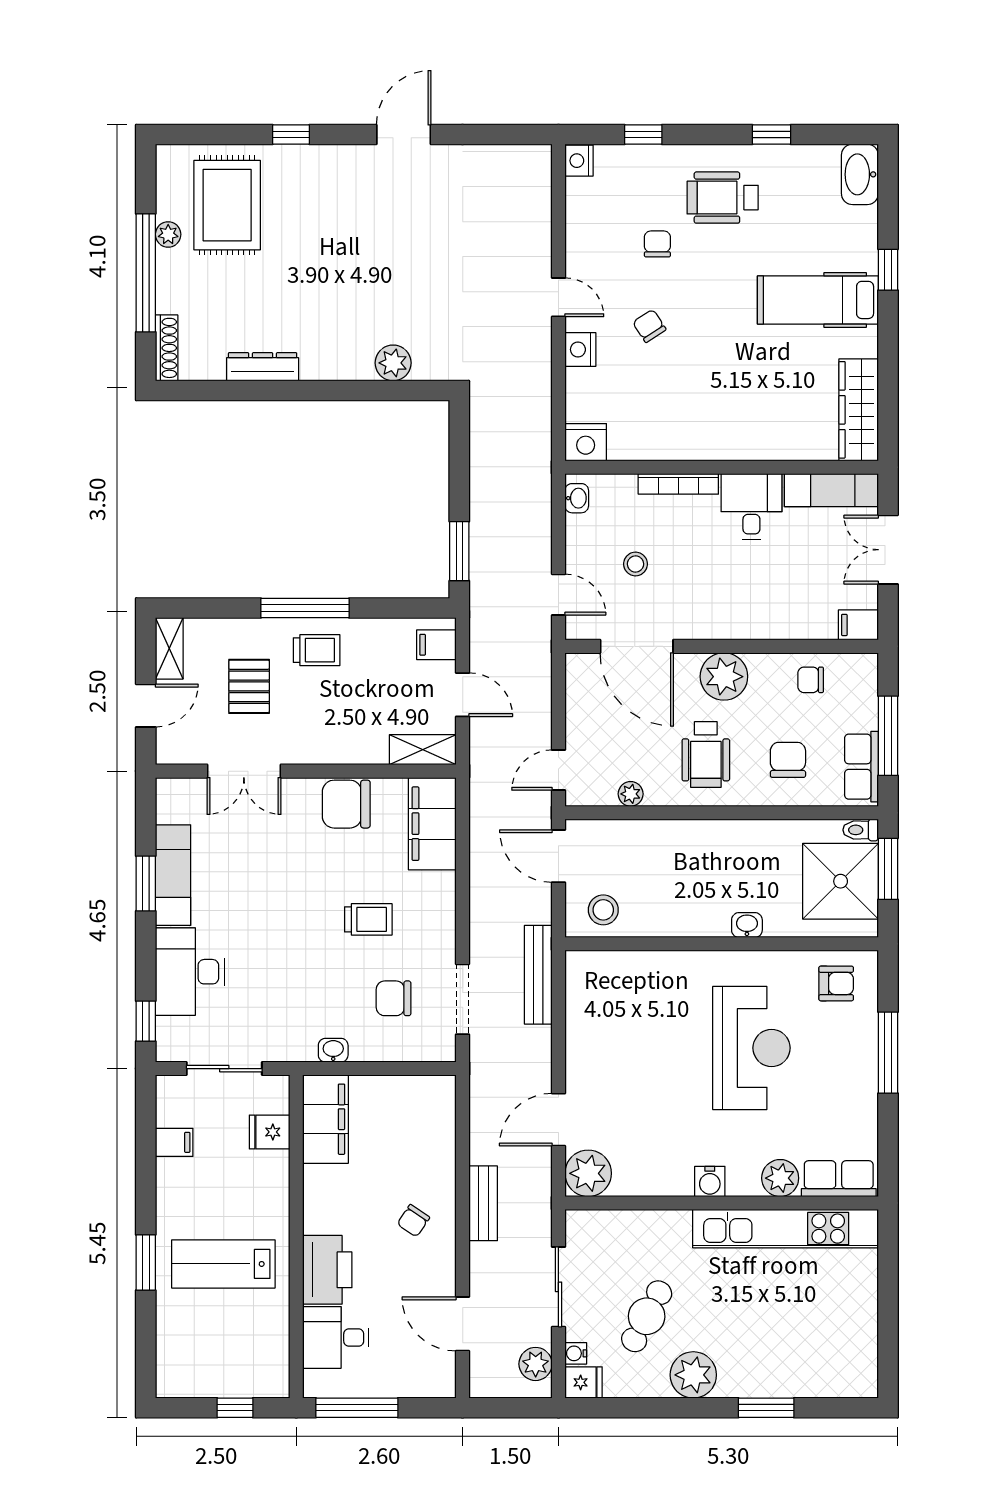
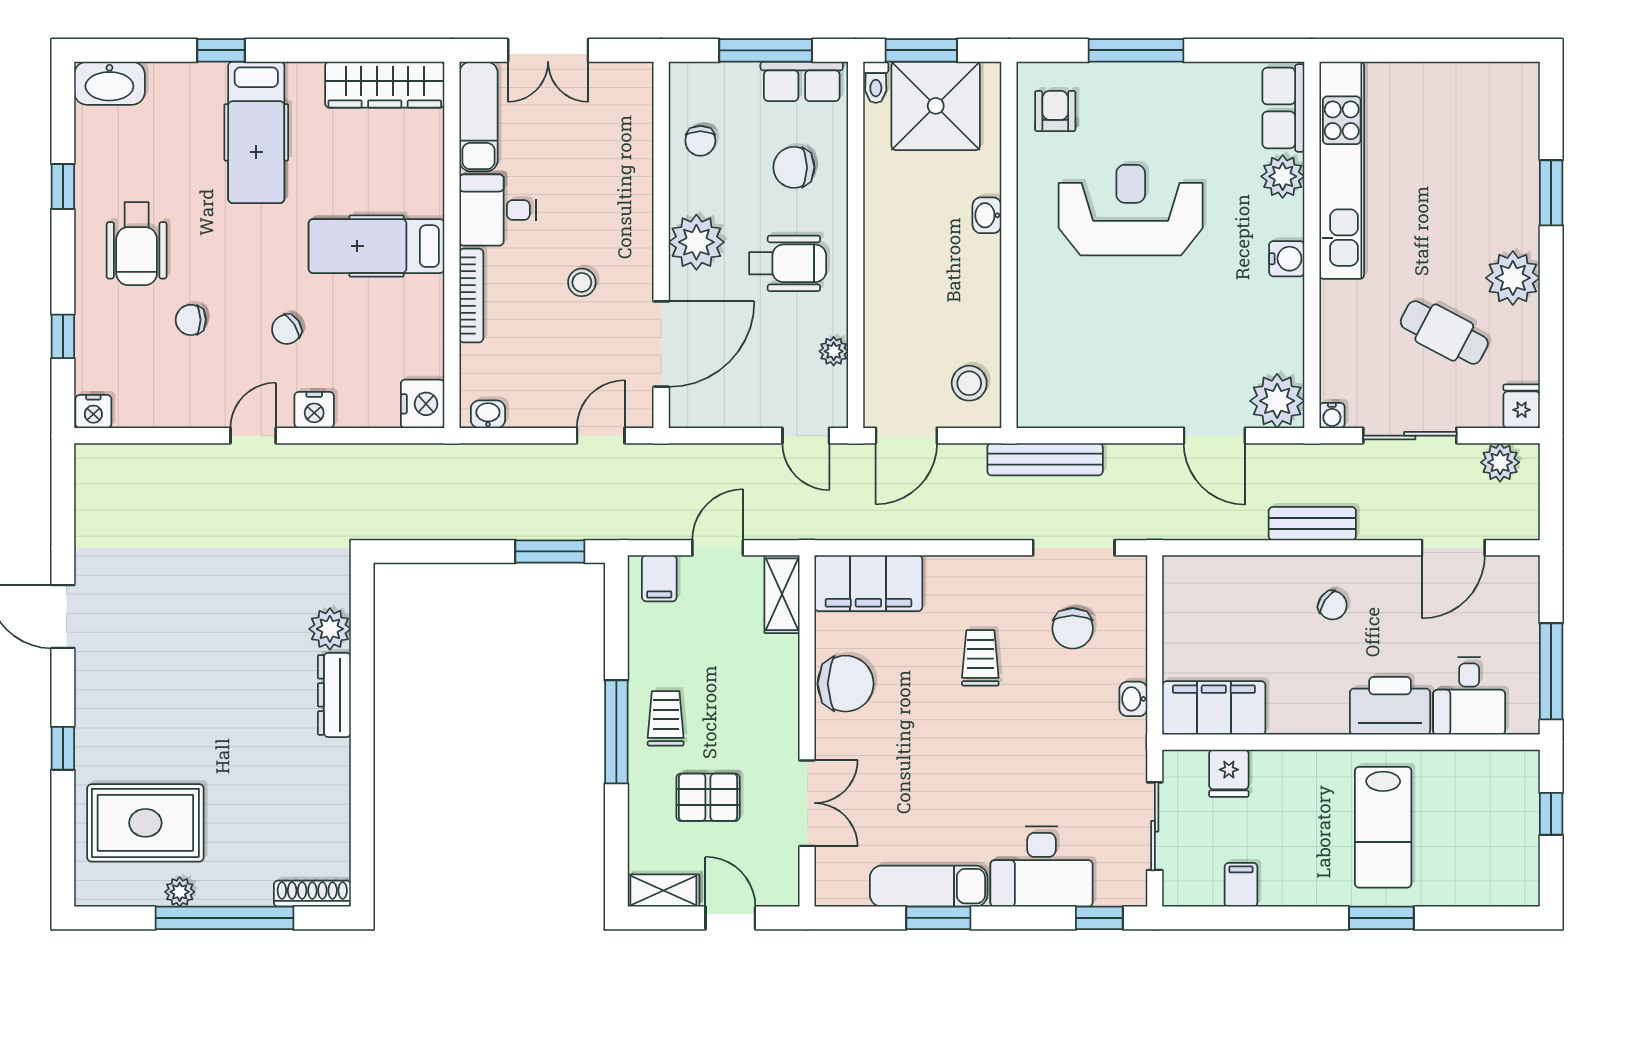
dresser: (263, 367) -> (334, 695), moved
hospital bed: (721, 403) -> (376, 246), added
stool: (635, 564) -> (582, 282), moved
filing cabinet: (858, 625) -> (636, 85), removed
chair: (346, 804) -> (846, 684), turned -90
water cooler: (576, 1353) -> (1332, 415), moved

